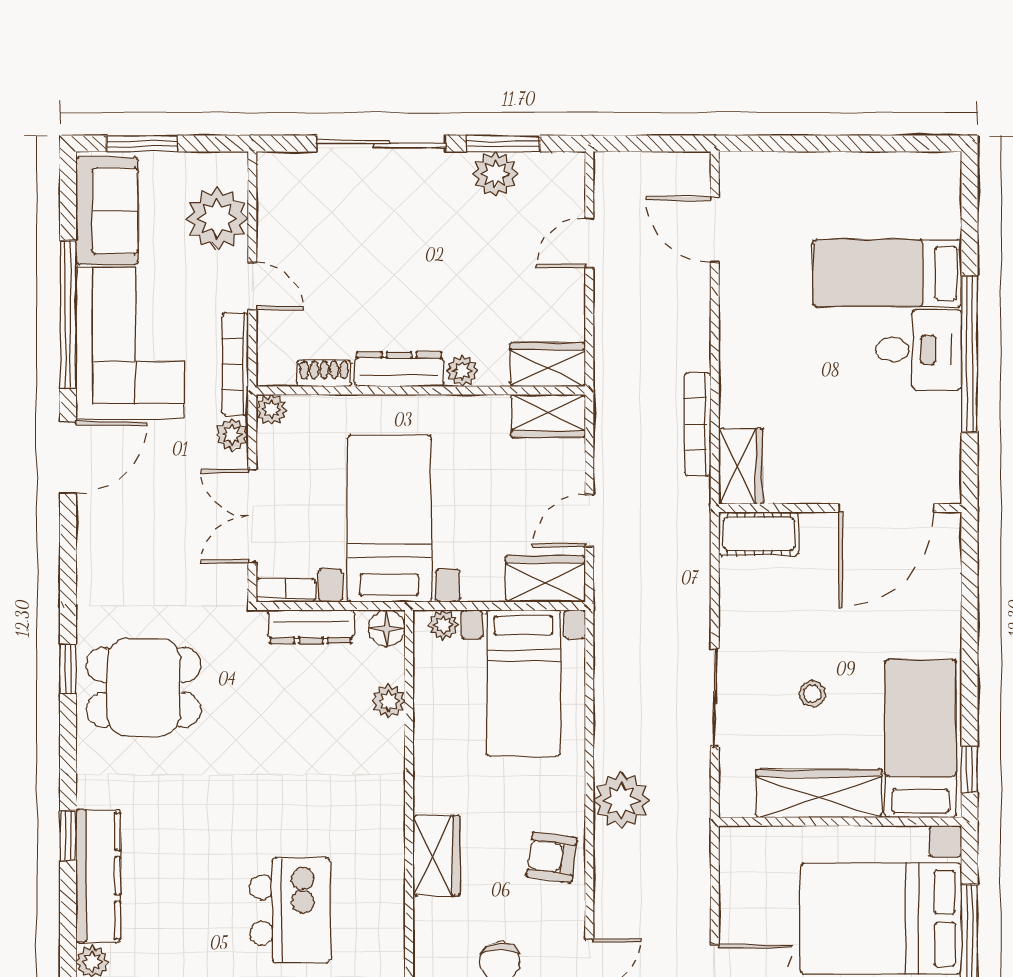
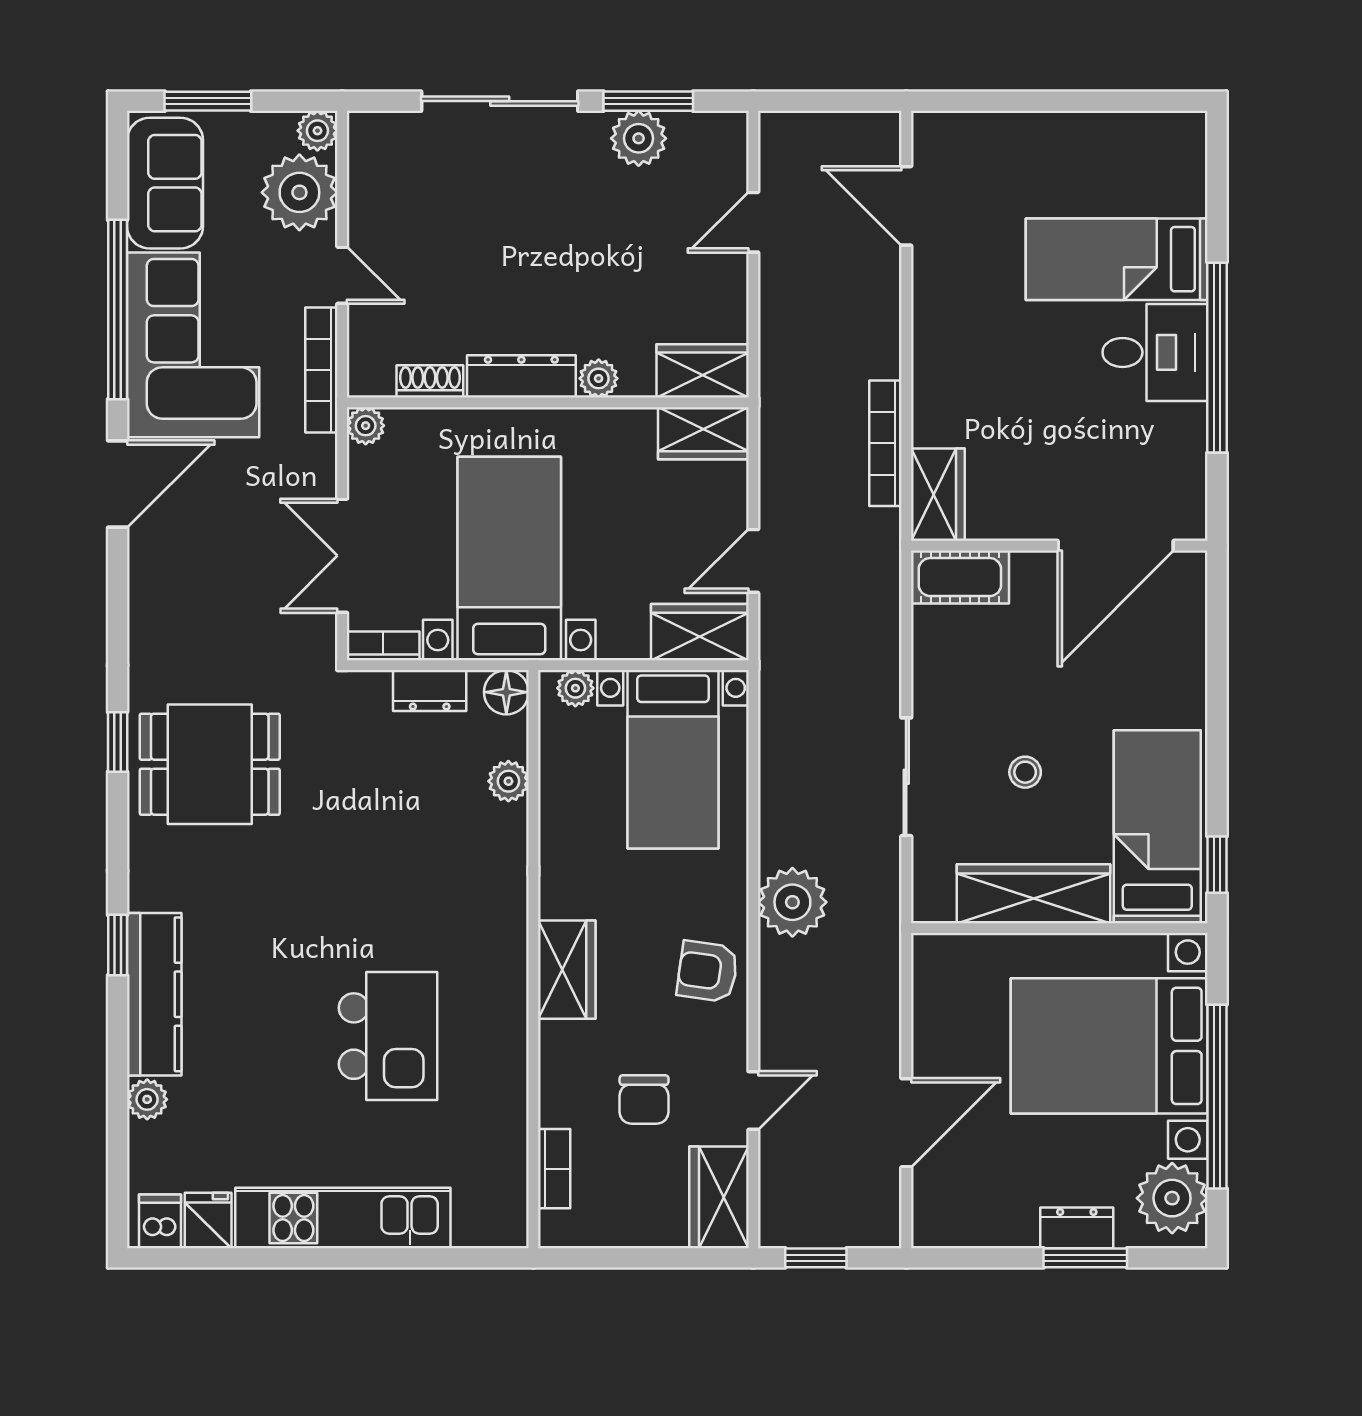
plant: (232, 435) -> (317, 131), moved
dresser: (311, 627) -> (430, 691), width x0.70

